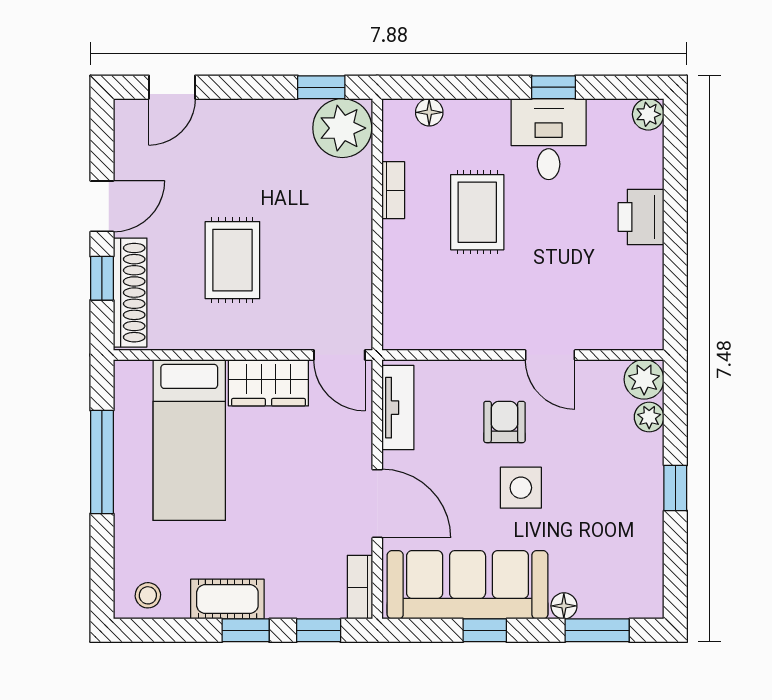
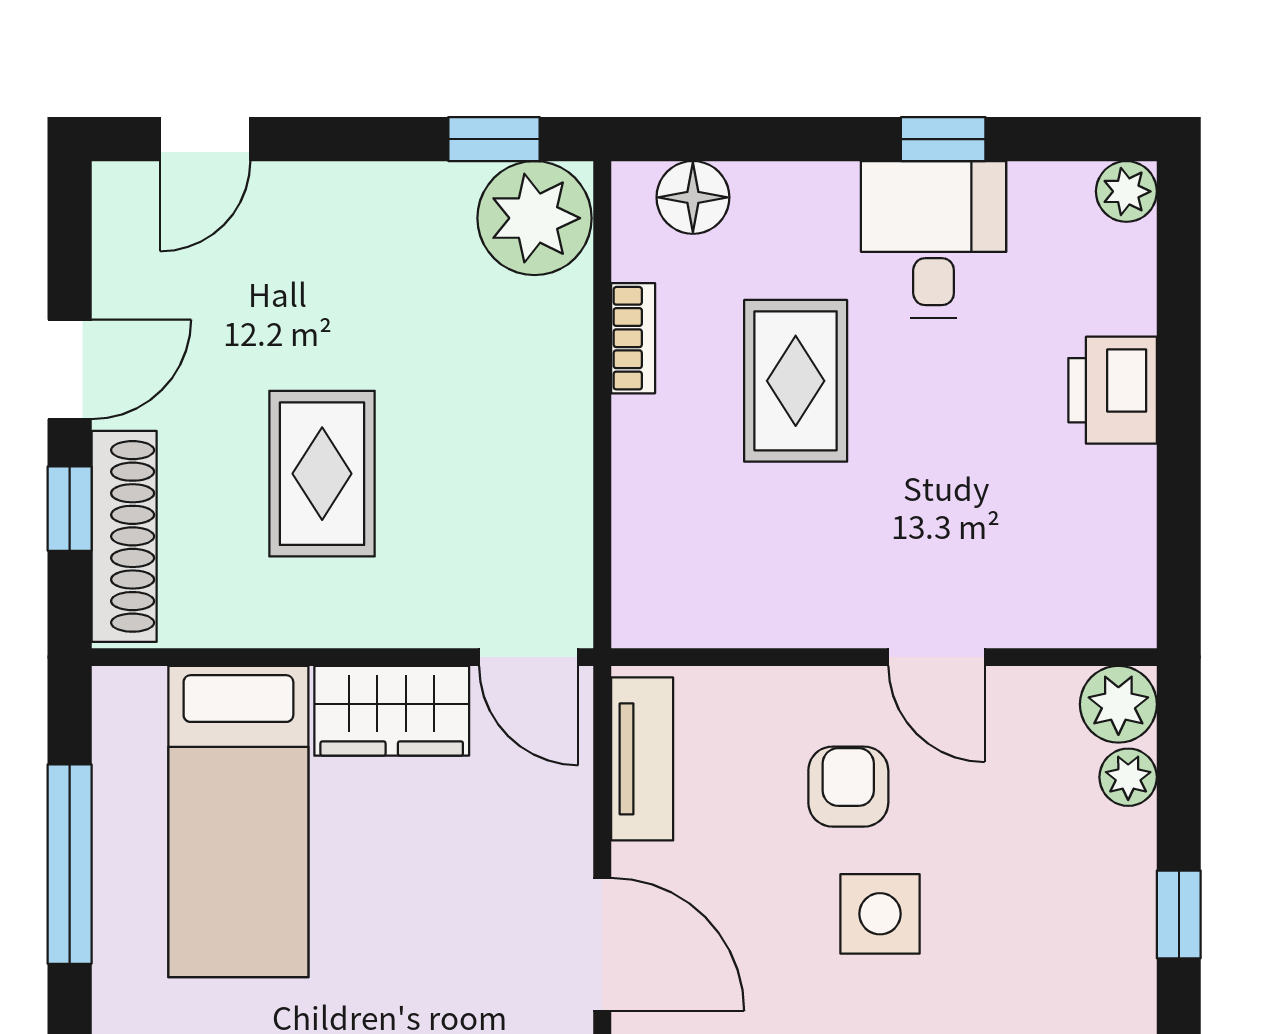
floor lamp: (429, 112) -> (693, 197), width x1.37, depth x1.37

